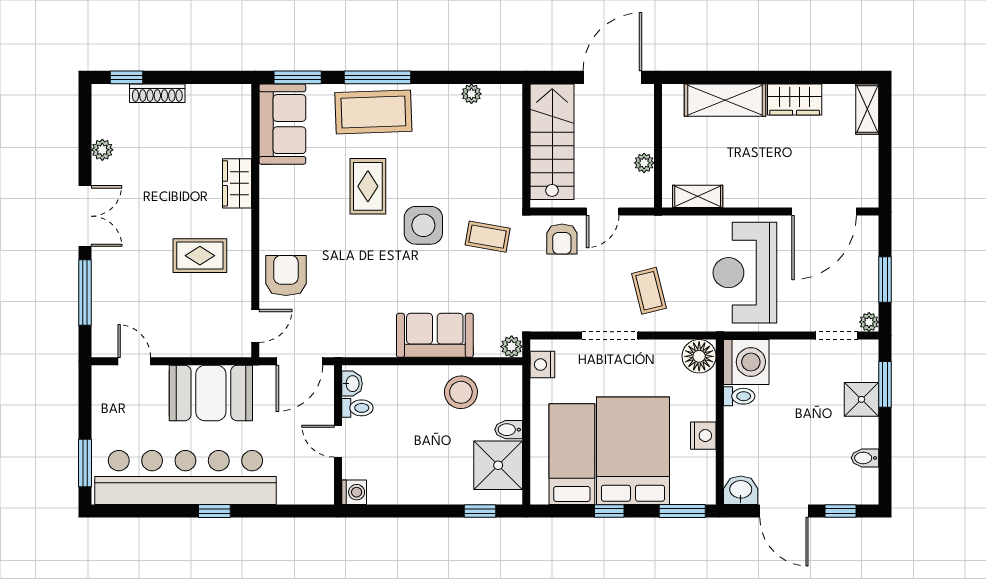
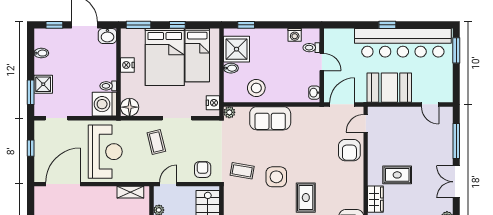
door: (603, 212) -> (168, 184), moved
rug: (200, 256) -> (397, 175), moved
window: (885, 279) -> (31, 148), width x0.67
plant: (869, 322) -> (39, 125), removed
toilet: (357, 408) -> (311, 48), moved
washing machine: (354, 492) -> (295, 35), moved, turned -90

